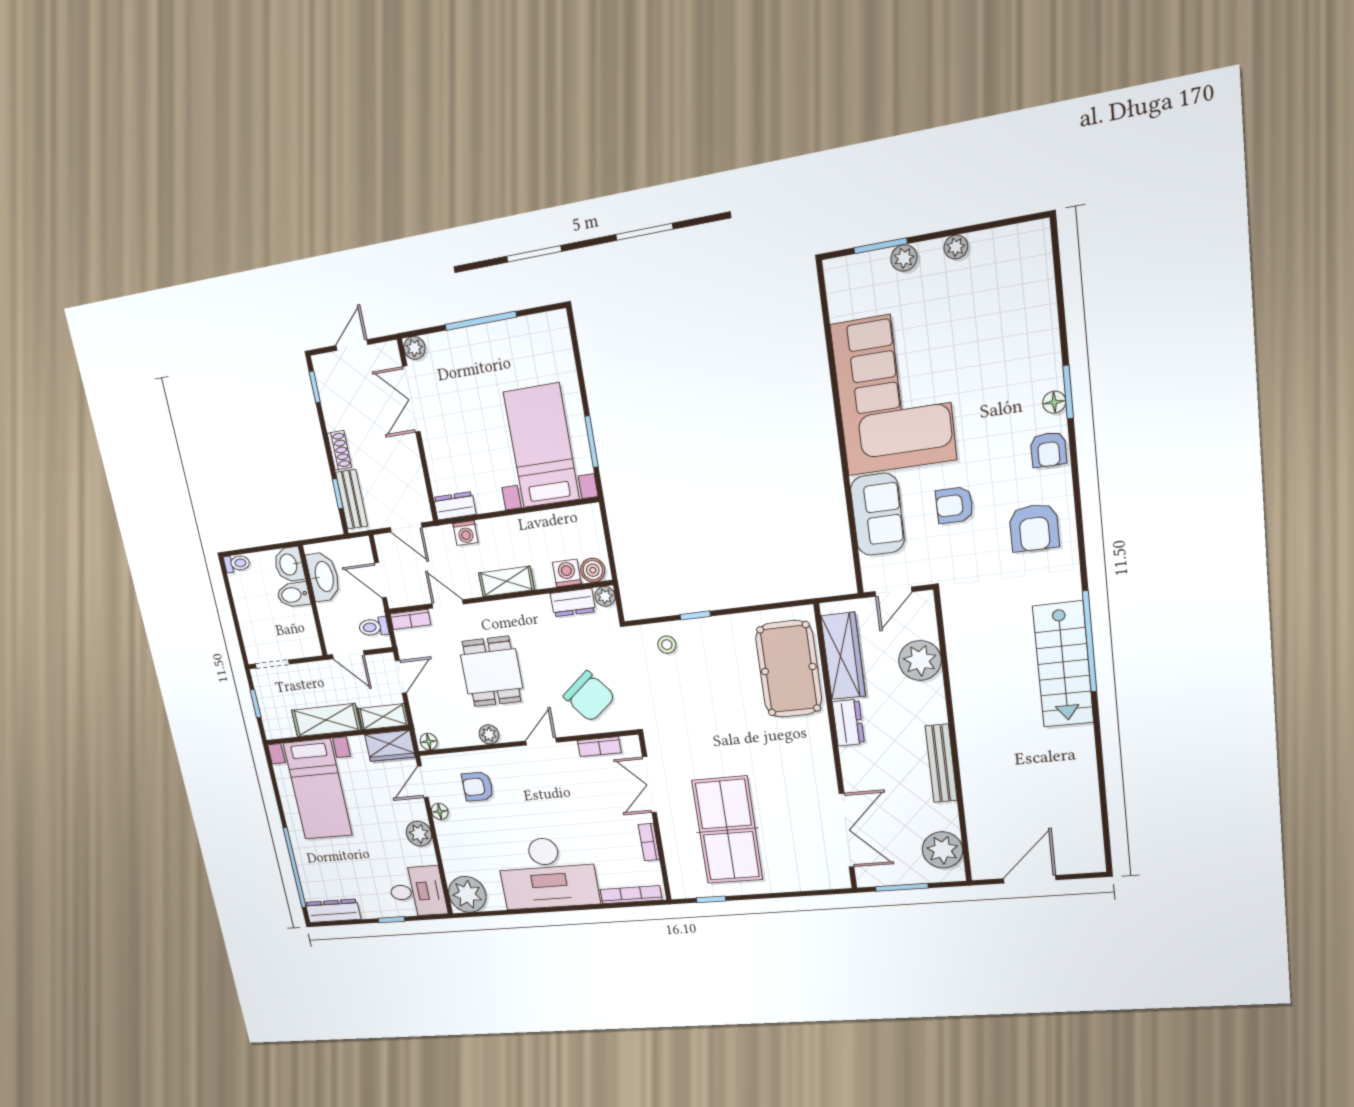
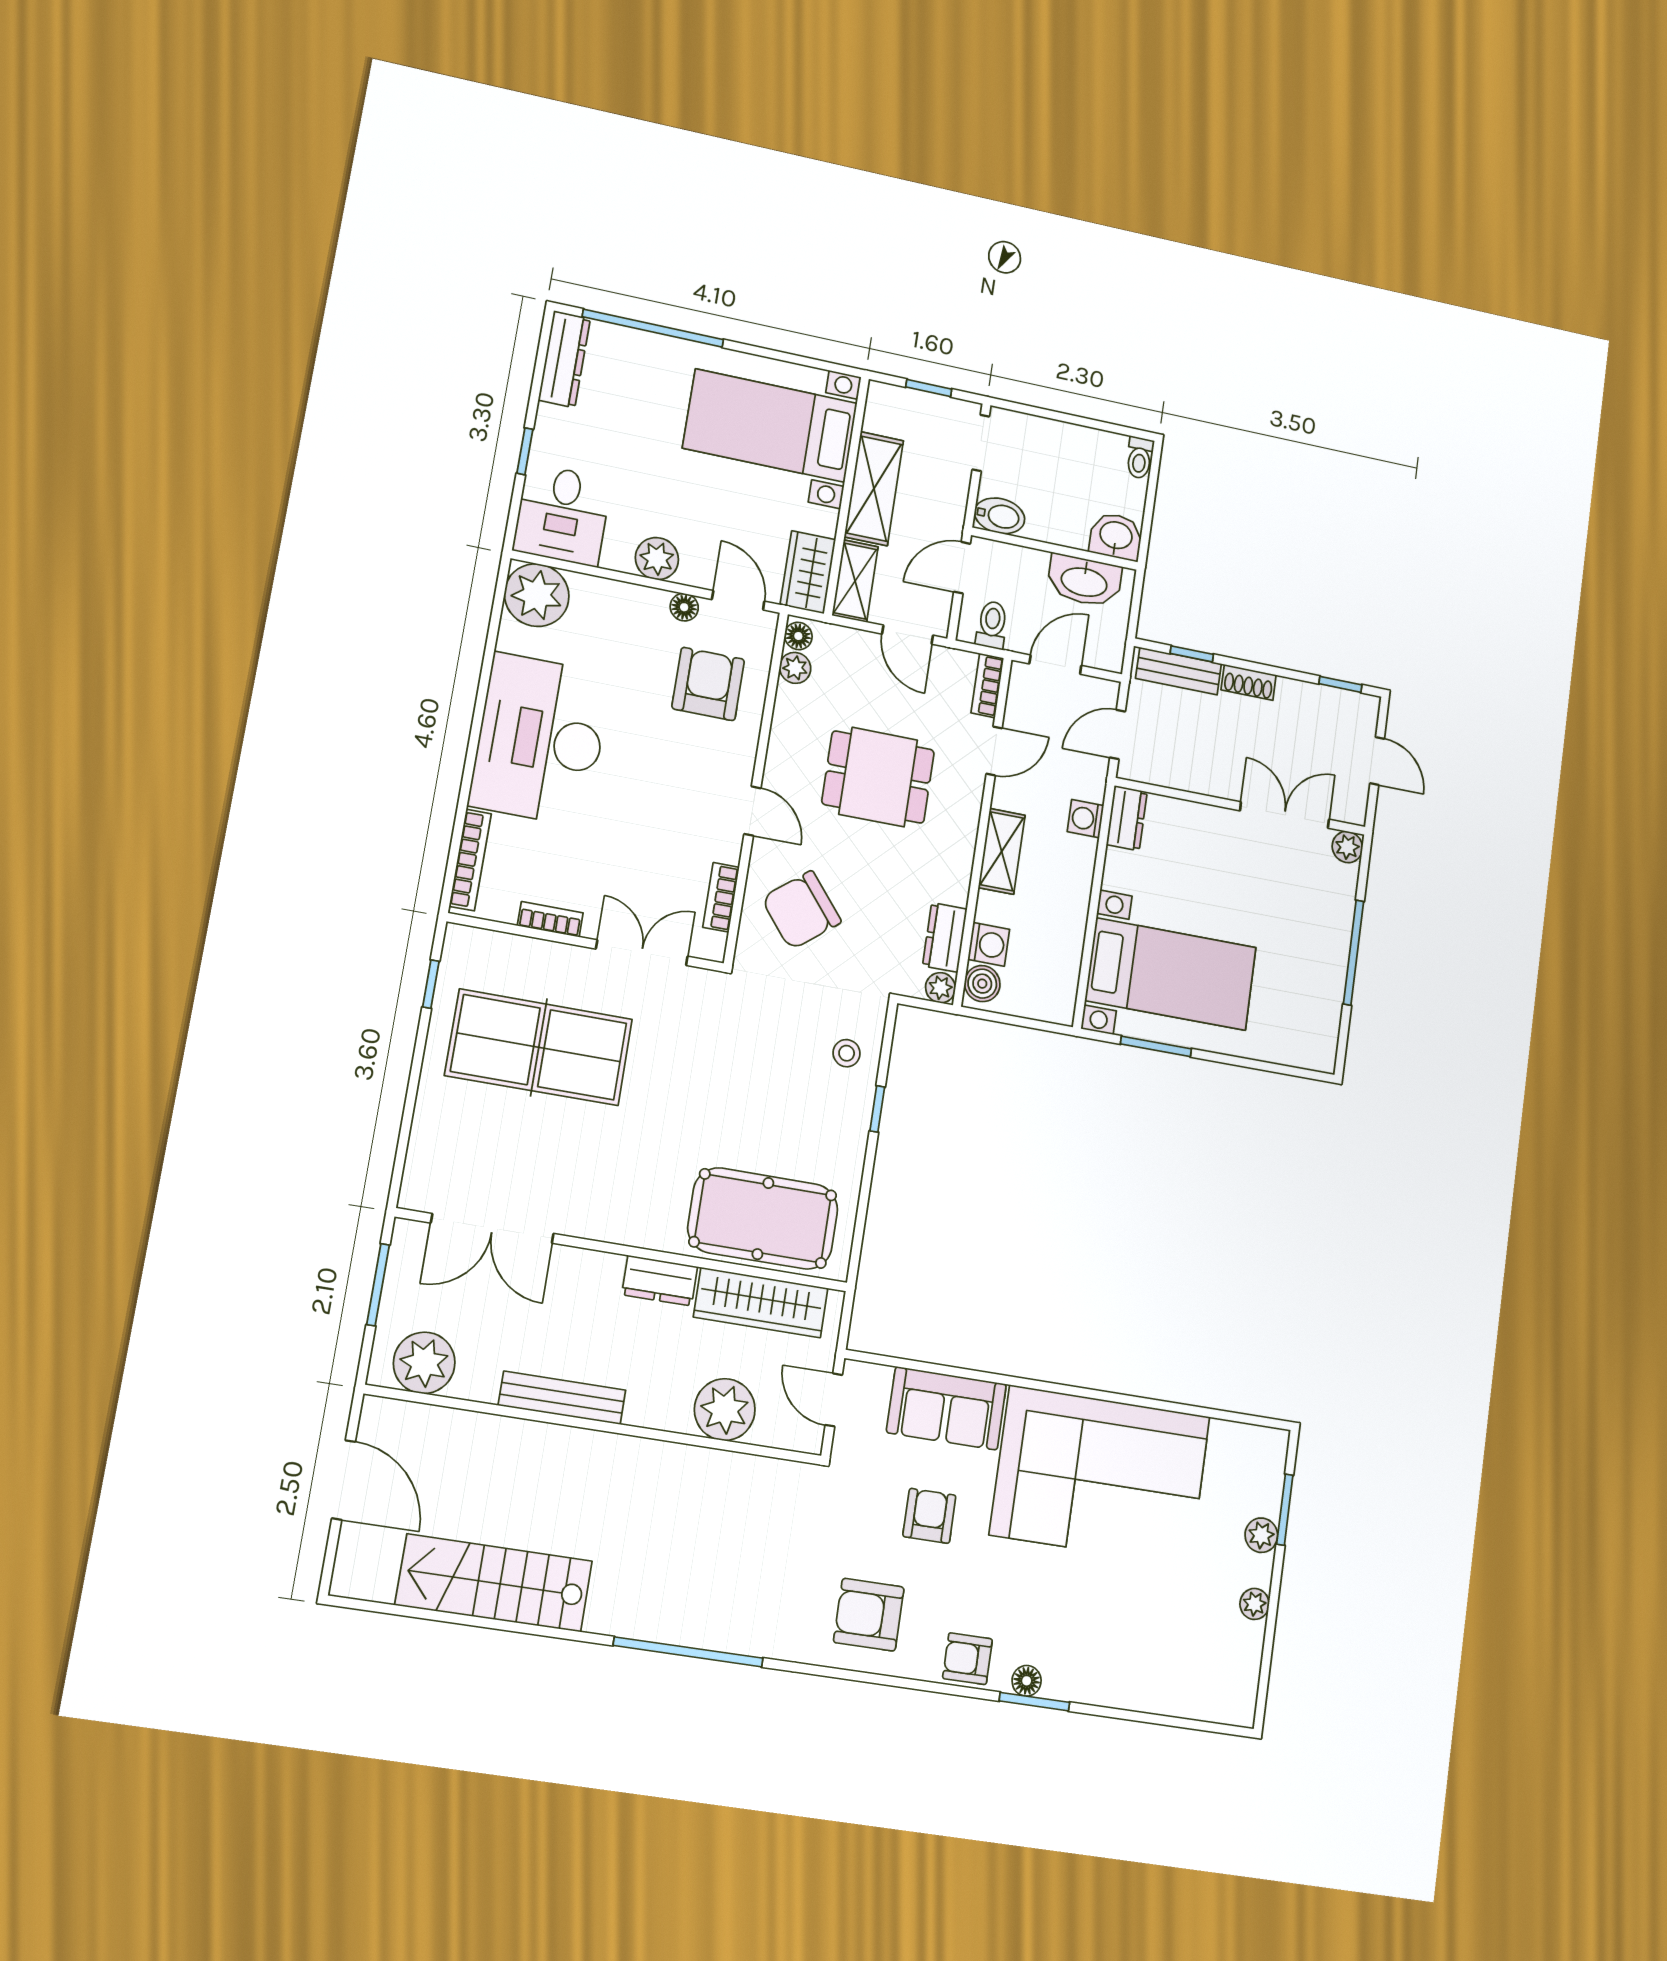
bidet: (293, 595) -> (1000, 516), moved, turned 90
stairs: (1063, 665) -> (494, 1583), moved
plant: (489, 734) -> (795, 668), moved
armchair: (478, 787) -> (708, 684), width x1.38, depth x1.38

